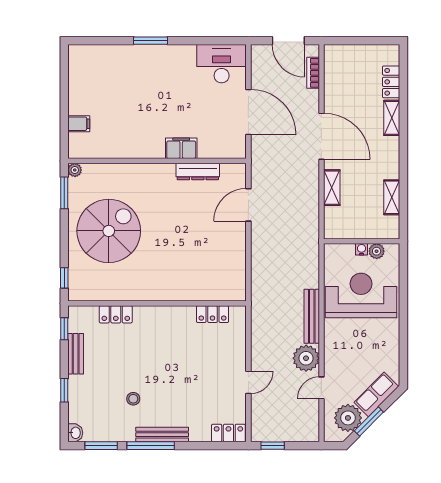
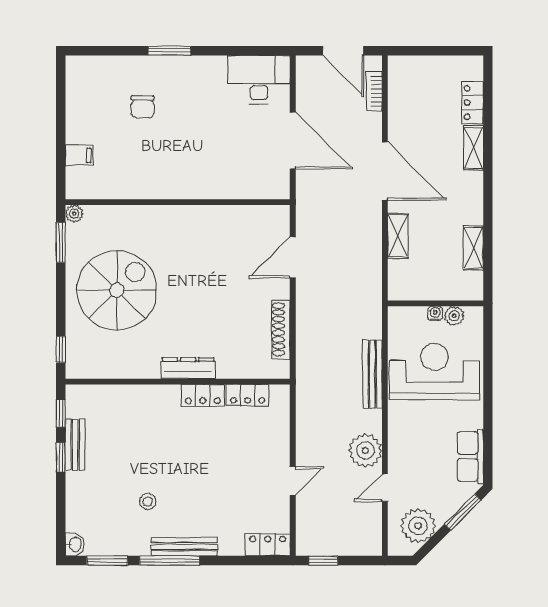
chair: (129, 85) -> (142, 107), added
filing cabinet: (181, 148) -> (208, 186), removed
dresser: (198, 172) -> (188, 368), moved, turned 180
shoe rack: (239, 262) -> (281, 329), added
locker: (116, 314) -> (203, 395), moved
bench: (312, 316) -> (372, 374), moved
window: (64, 390) -> (61, 457), moved
row of seats: (376, 394) -> (470, 456), moved, turned -45
window: (369, 422) -> (463, 512), moved

